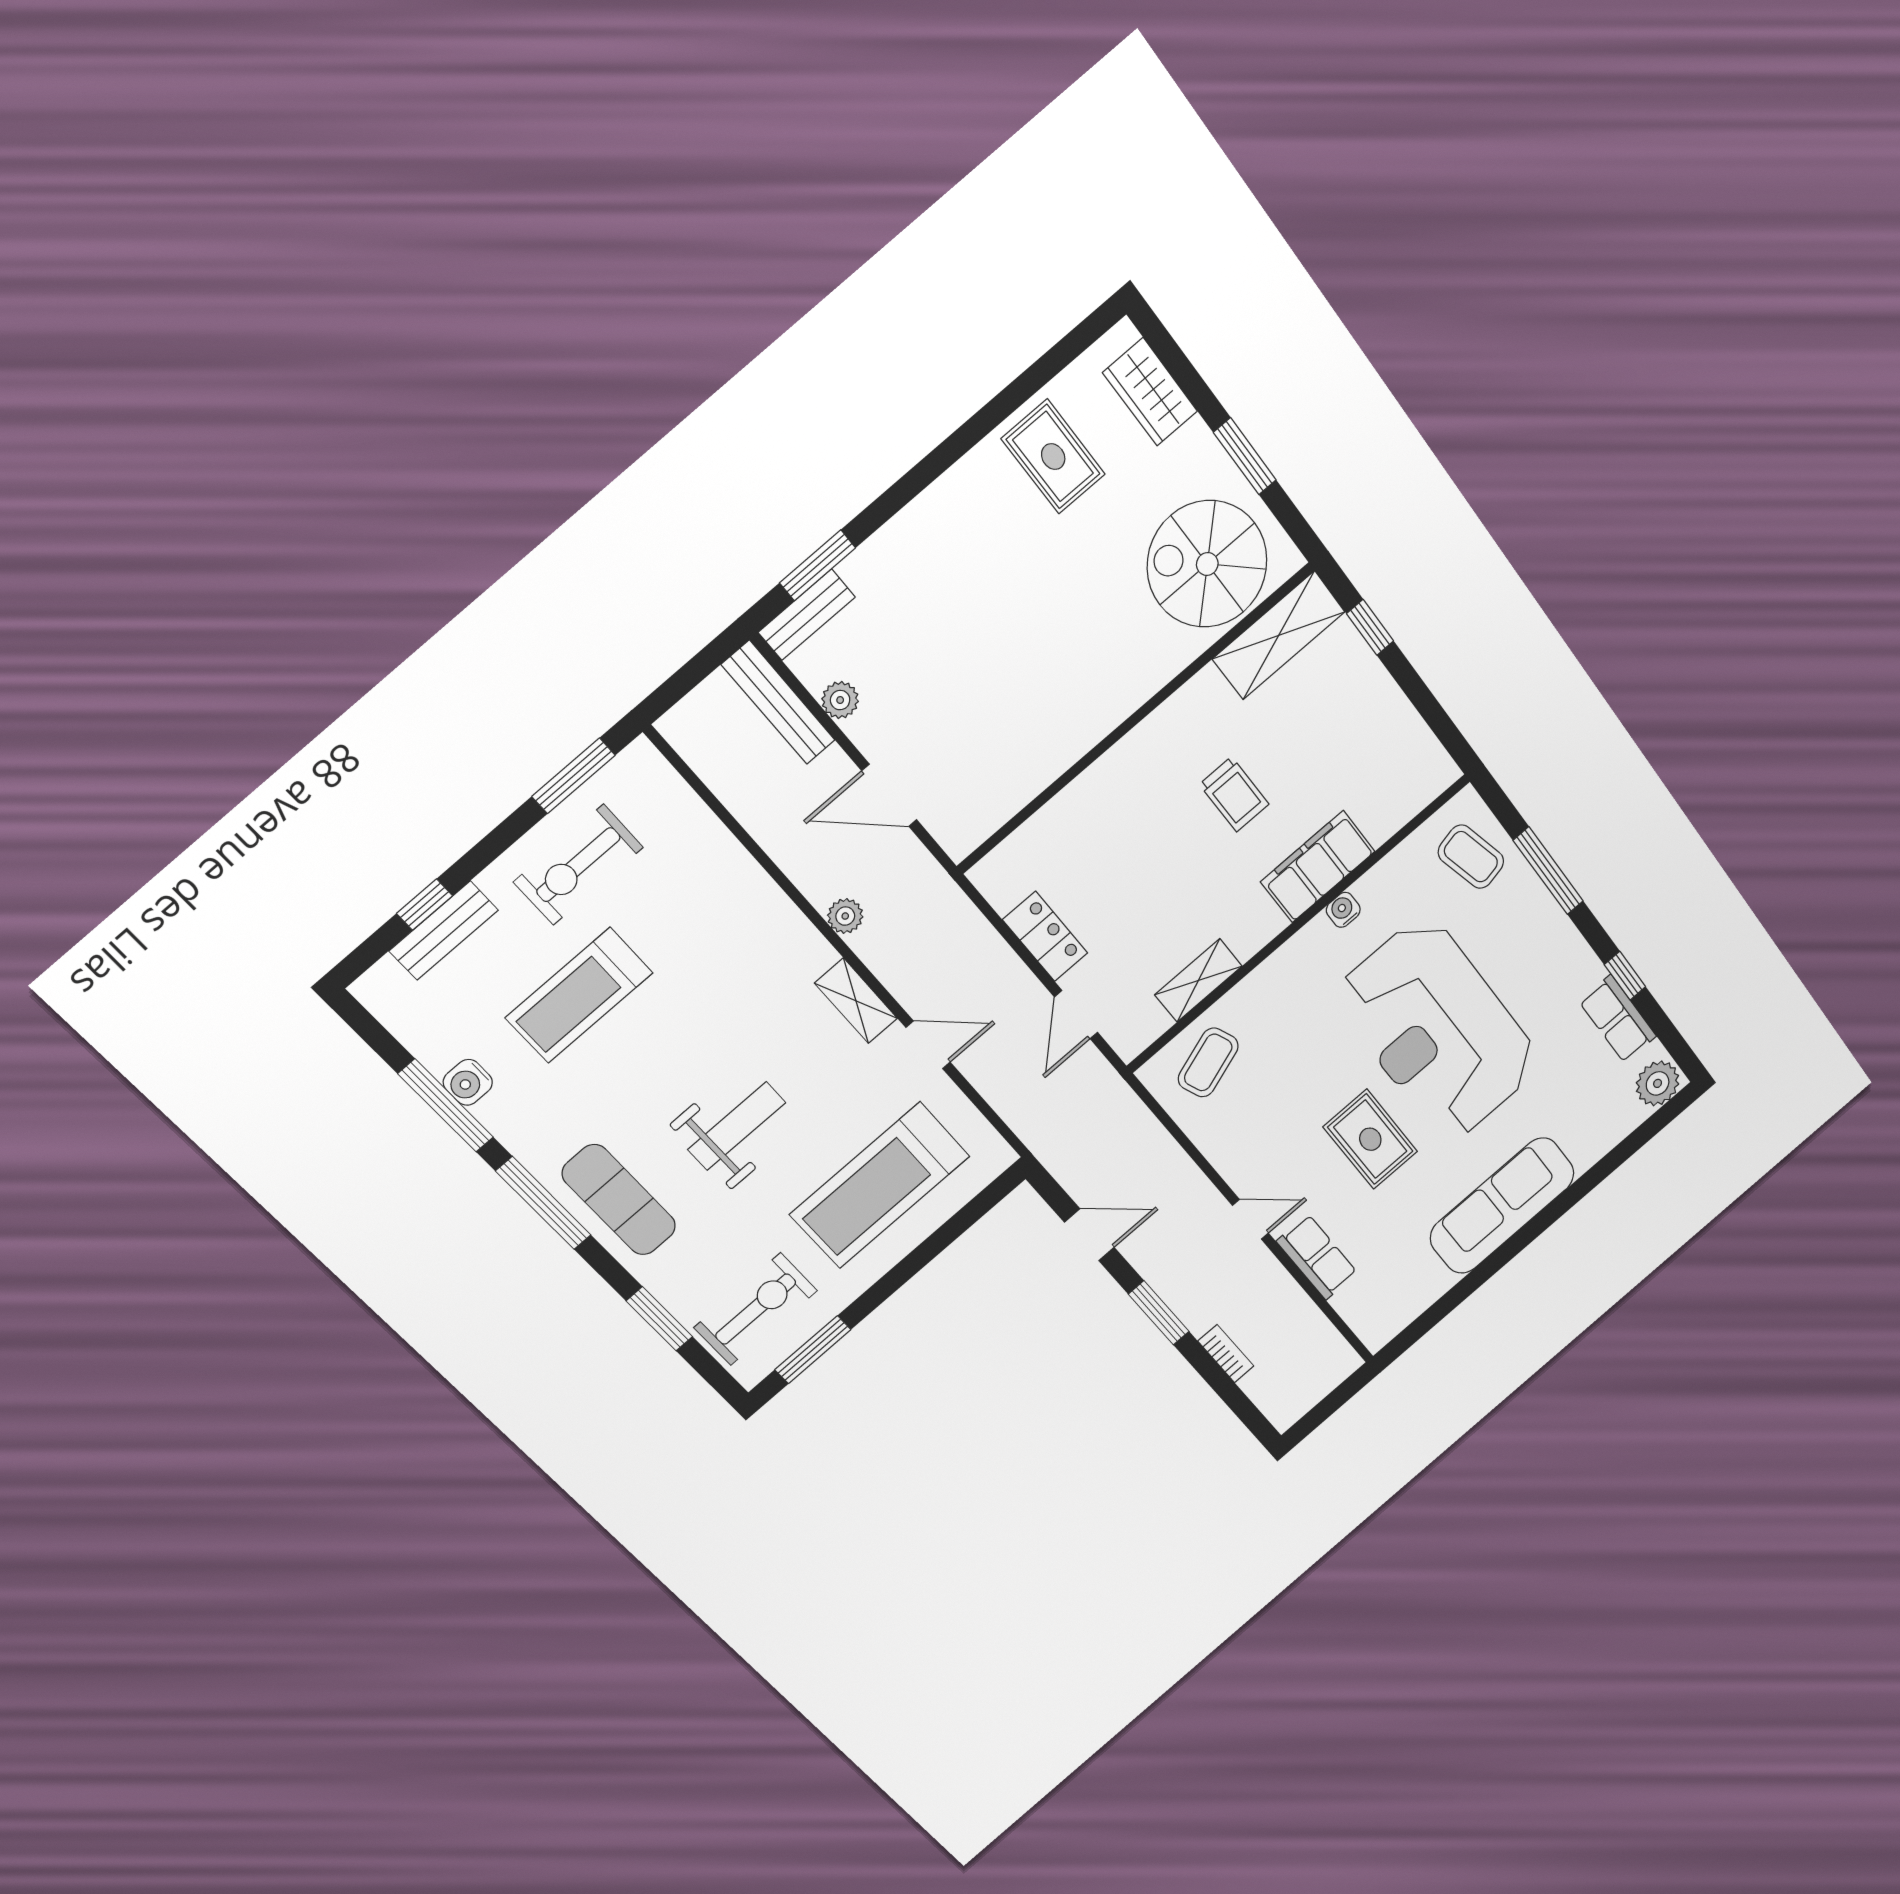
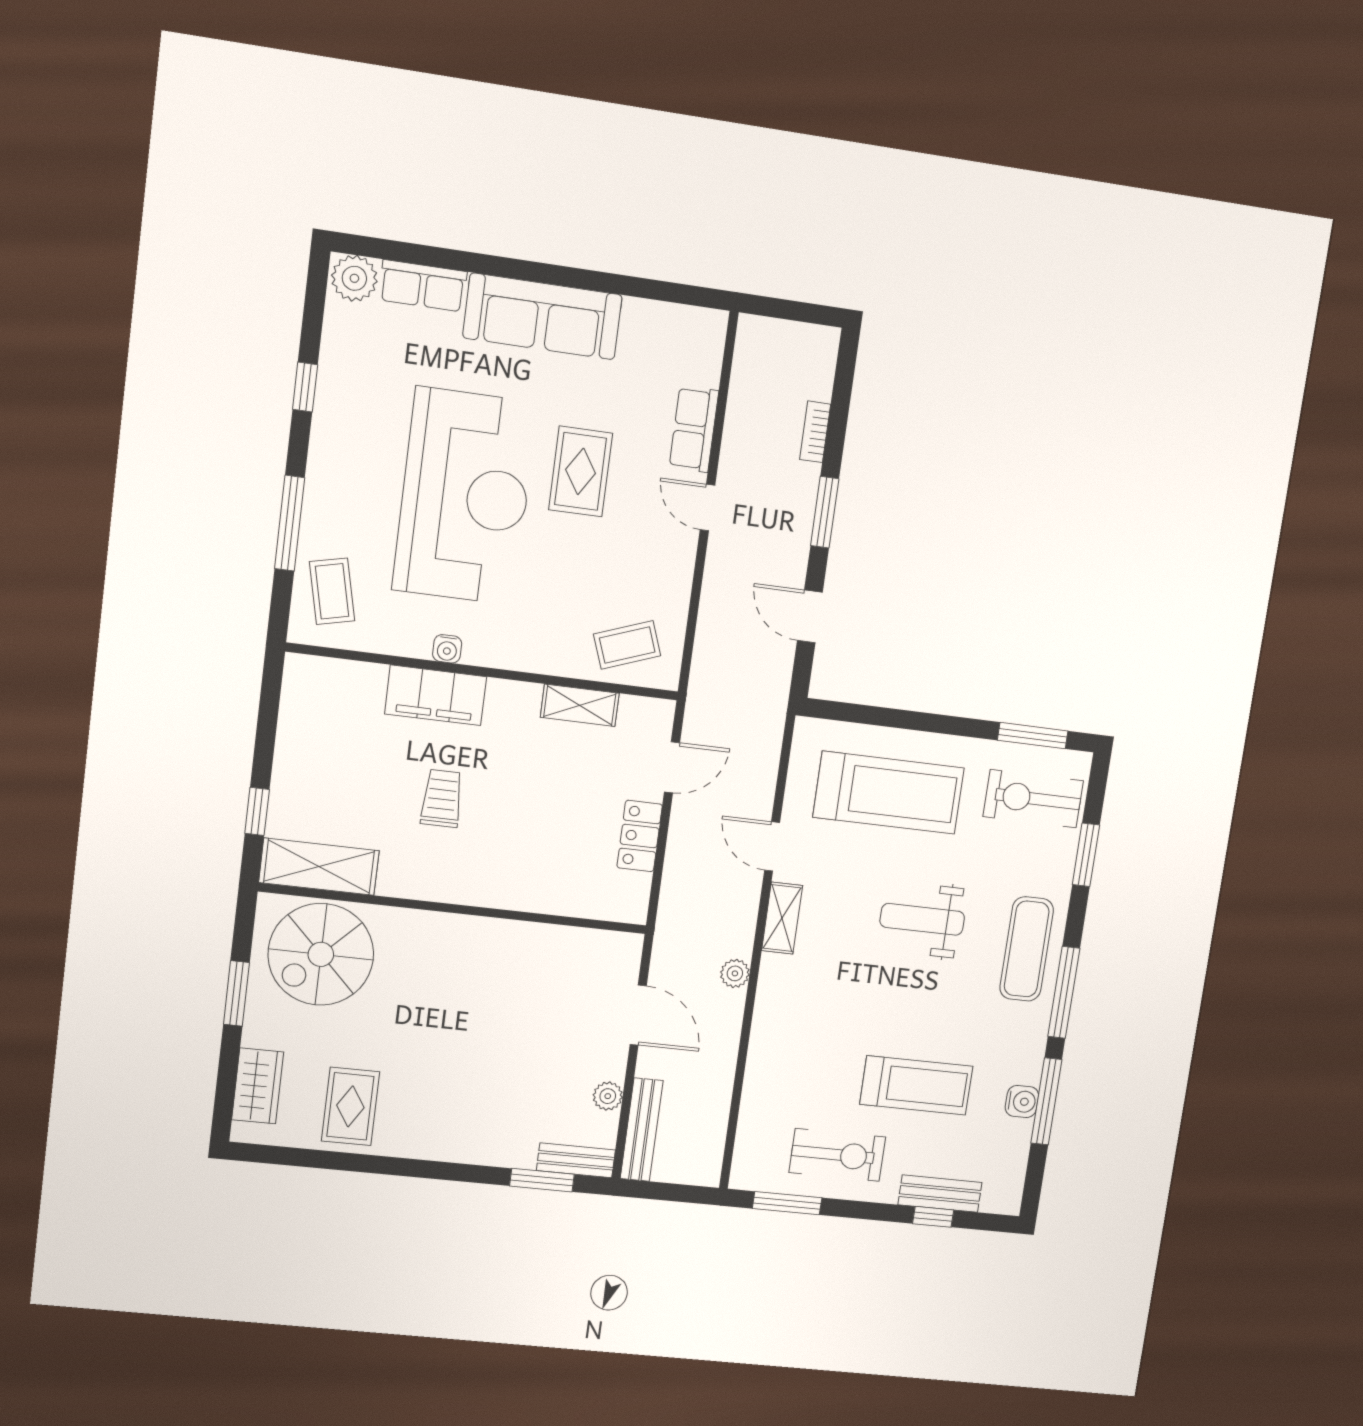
spiral stairs: (1207, 564) -> (321, 954), turned 90
row of seats: (1618, 1019) -> (423, 286), moved, turned 90

